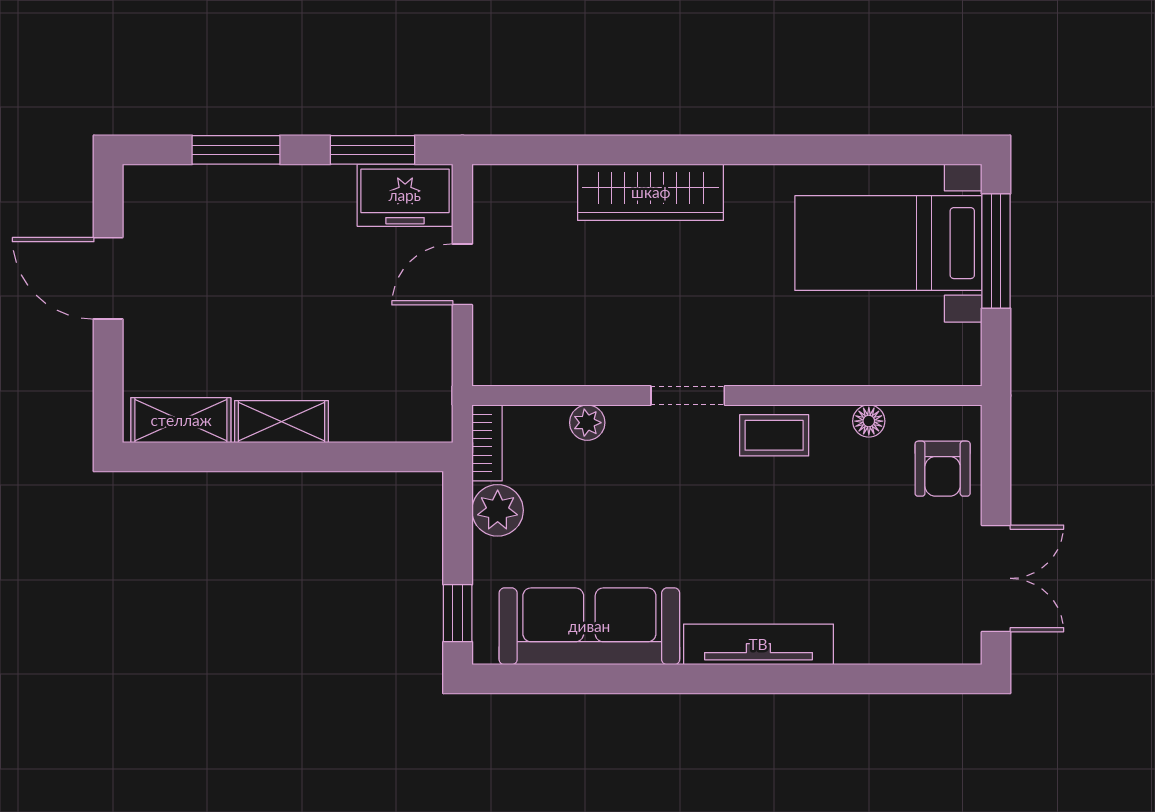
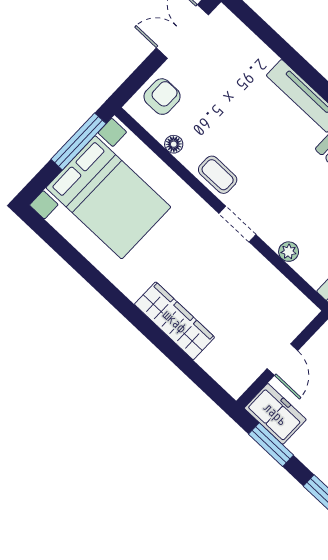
bed with nightstands: (888, 243) -> (108, 197), width x1.36
window: (996, 251) -> (79, 141), moved
door: (462, 274) -> (282, 360), hinge flipped

